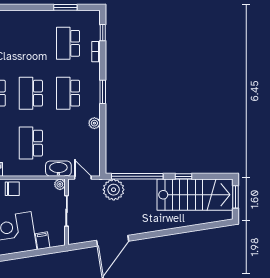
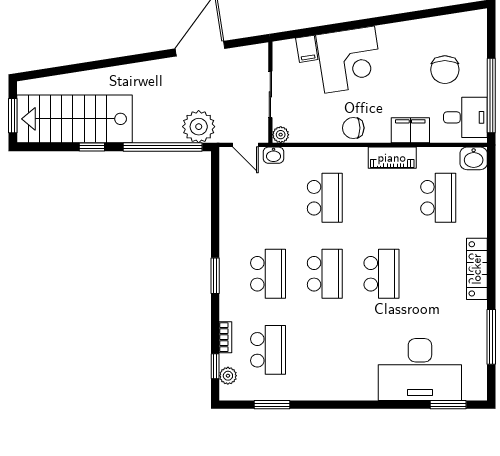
plant: (94, 123) -> (228, 376), moved
washbasin: (58, 169) -> (274, 155), width x0.52, depth x0.69

